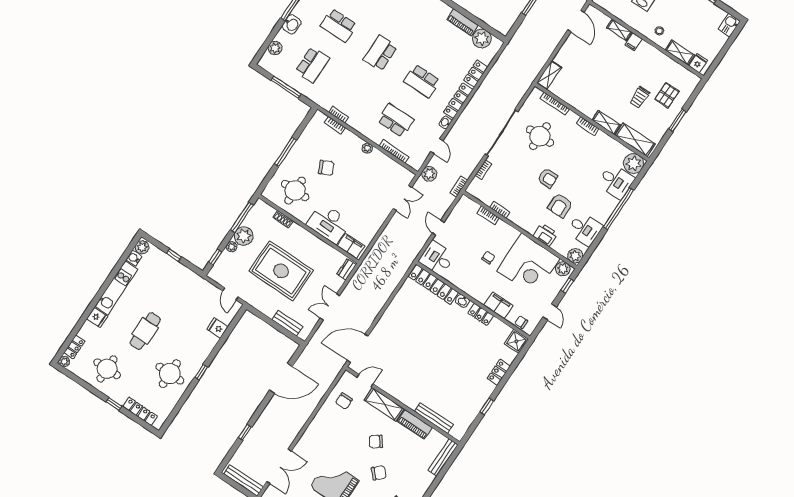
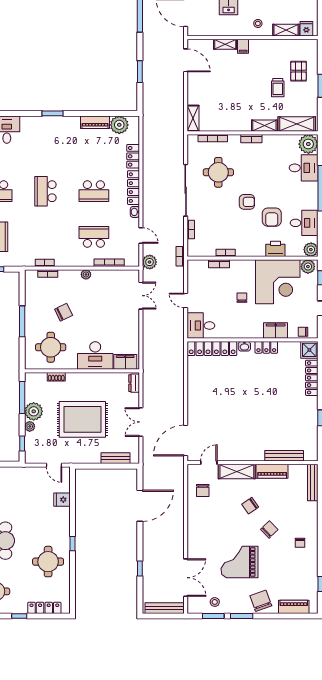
locker: (499, 372) -> (312, 378), width x1.53

